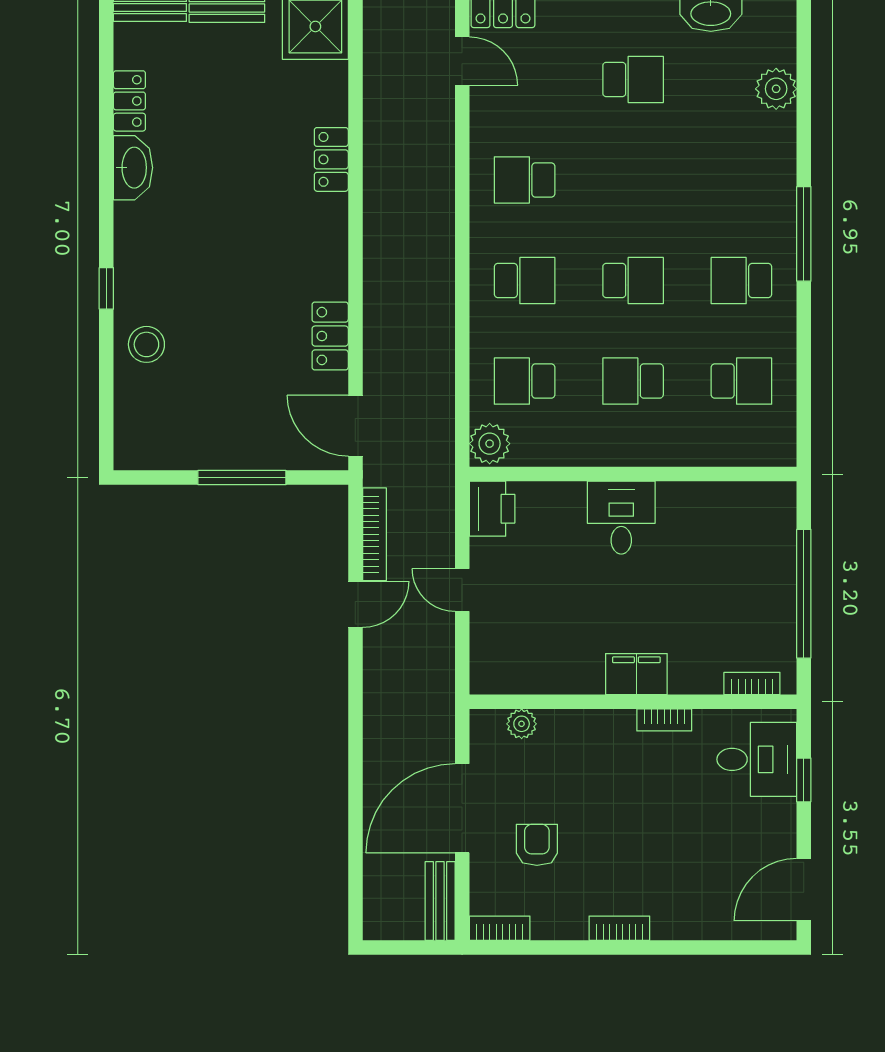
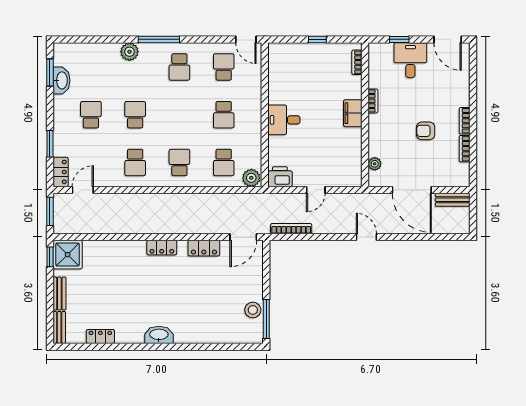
plant: (776, 89) -> (130, 52), moved
locker: (331, 159) -> (162, 248), moved
washbasin: (133, 168) -> (159, 335), moved
school desk: (633, 281) -> (135, 115), moved
window: (106, 288) -> (183, 347), removed
stool: (146, 344) -> (253, 310), moved
door: (804, 431) -> (246, 39), added
window: (242, 478) -> (266, 319), moved
window: (804, 594) -> (317, 39), width x0.32
door: (355, 604) -> (366, 237), moved
desk: (757, 759) -> (410, 60), moved
armchair: (537, 845) -> (426, 131), moved
bookcase: (500, 928) -> (465, 149), moved

